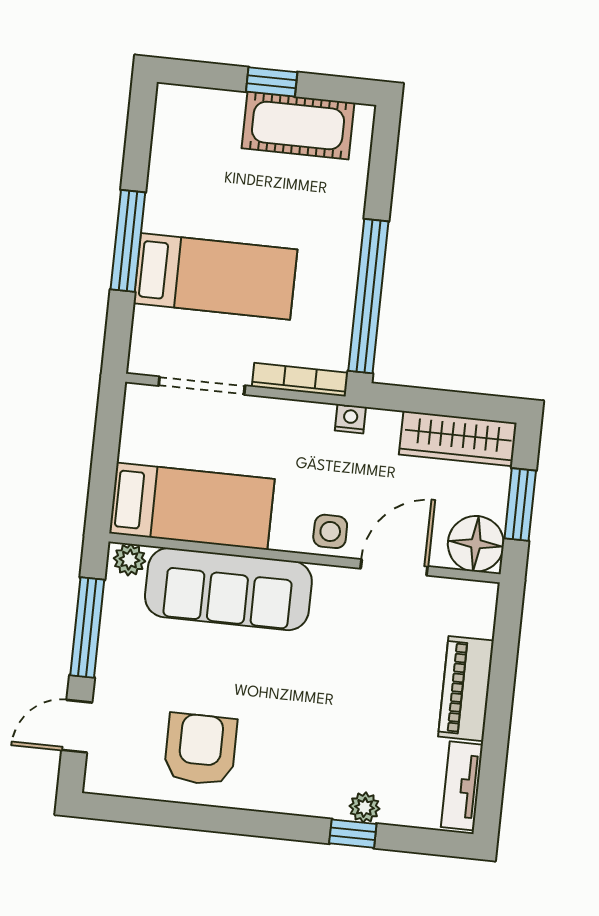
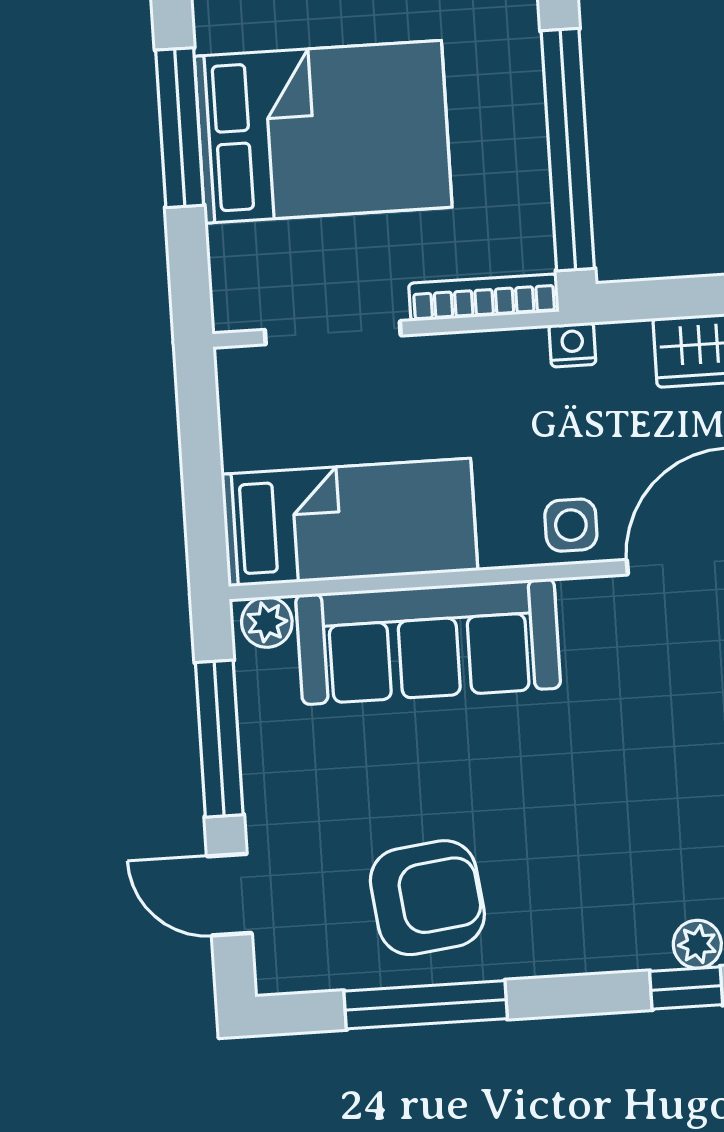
bed: (215, 276) -> (323, 132), width x1.50
door: (77, 726) -> (229, 895), hinge flipped
armchair: (200, 749) -> (427, 898), turned 83
window: (188, 816) -> (426, 1005), added

